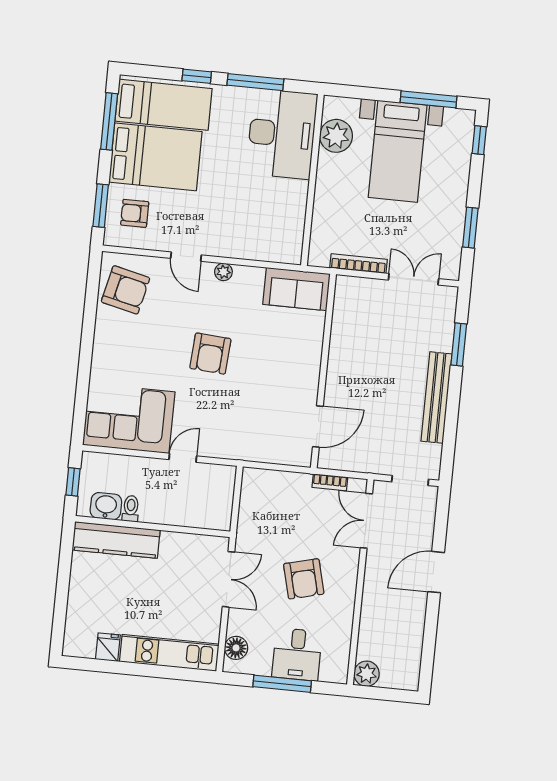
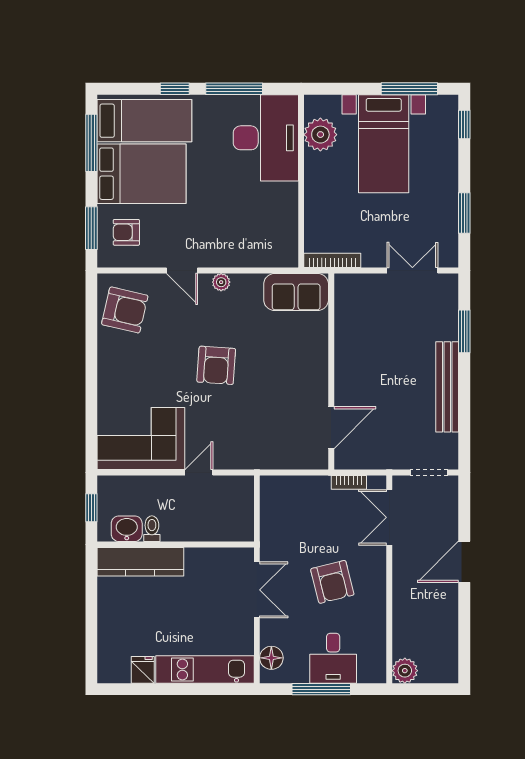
bookcase: (359, 264) -> (332, 260), moved

